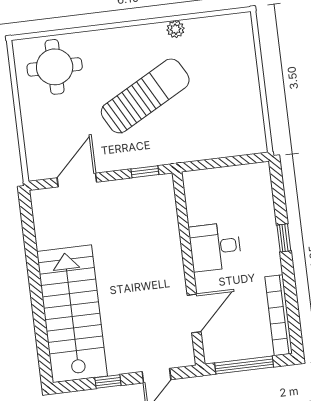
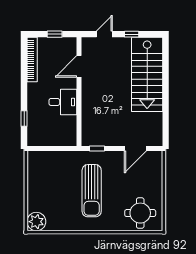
plant: (175, 29) -> (36, 222), moved, width x1.88, depth x1.88
sun lounger: (145, 96) -> (92, 191), turned -61
window: (284, 238) -> (24, 118), moved
window: (244, 365) -> (55, 34), width x0.46

